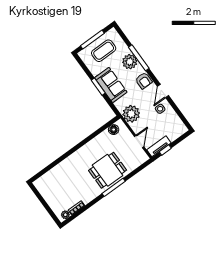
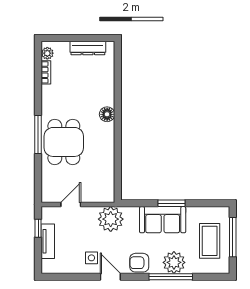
floor lamp: (114, 130) -> (107, 114), moved
door: (139, 141) -> (71, 205), swing flipped
tv unit: (159, 146) -> (48, 241), moved
dresser: (46, 195) -> (88, 48), added

